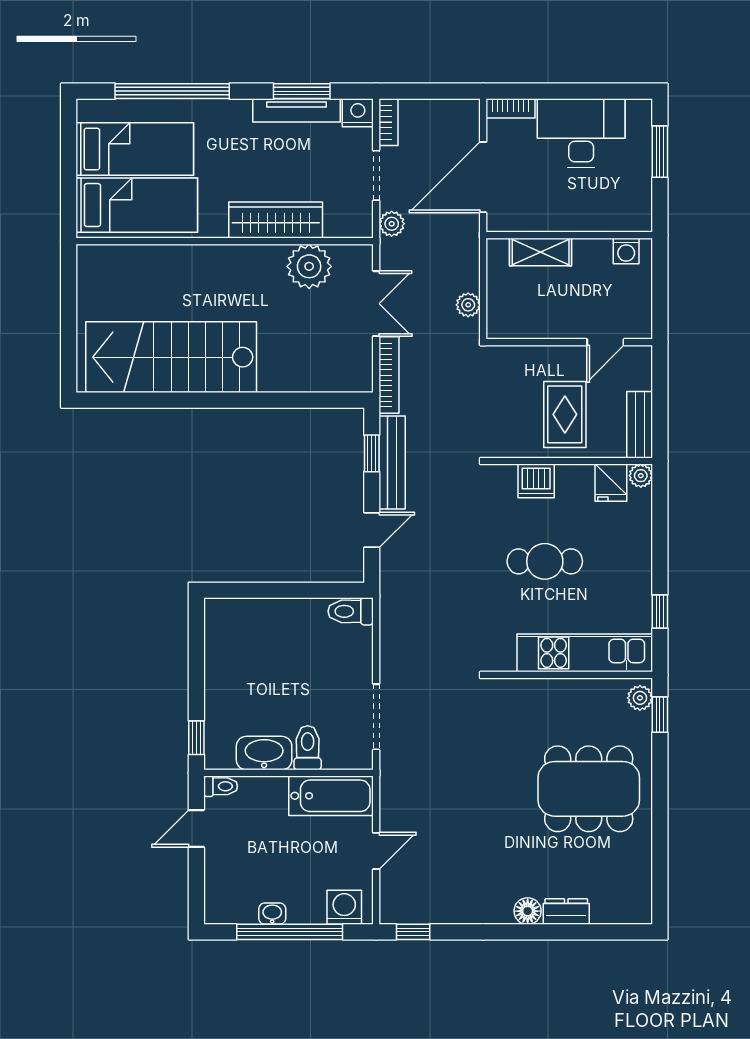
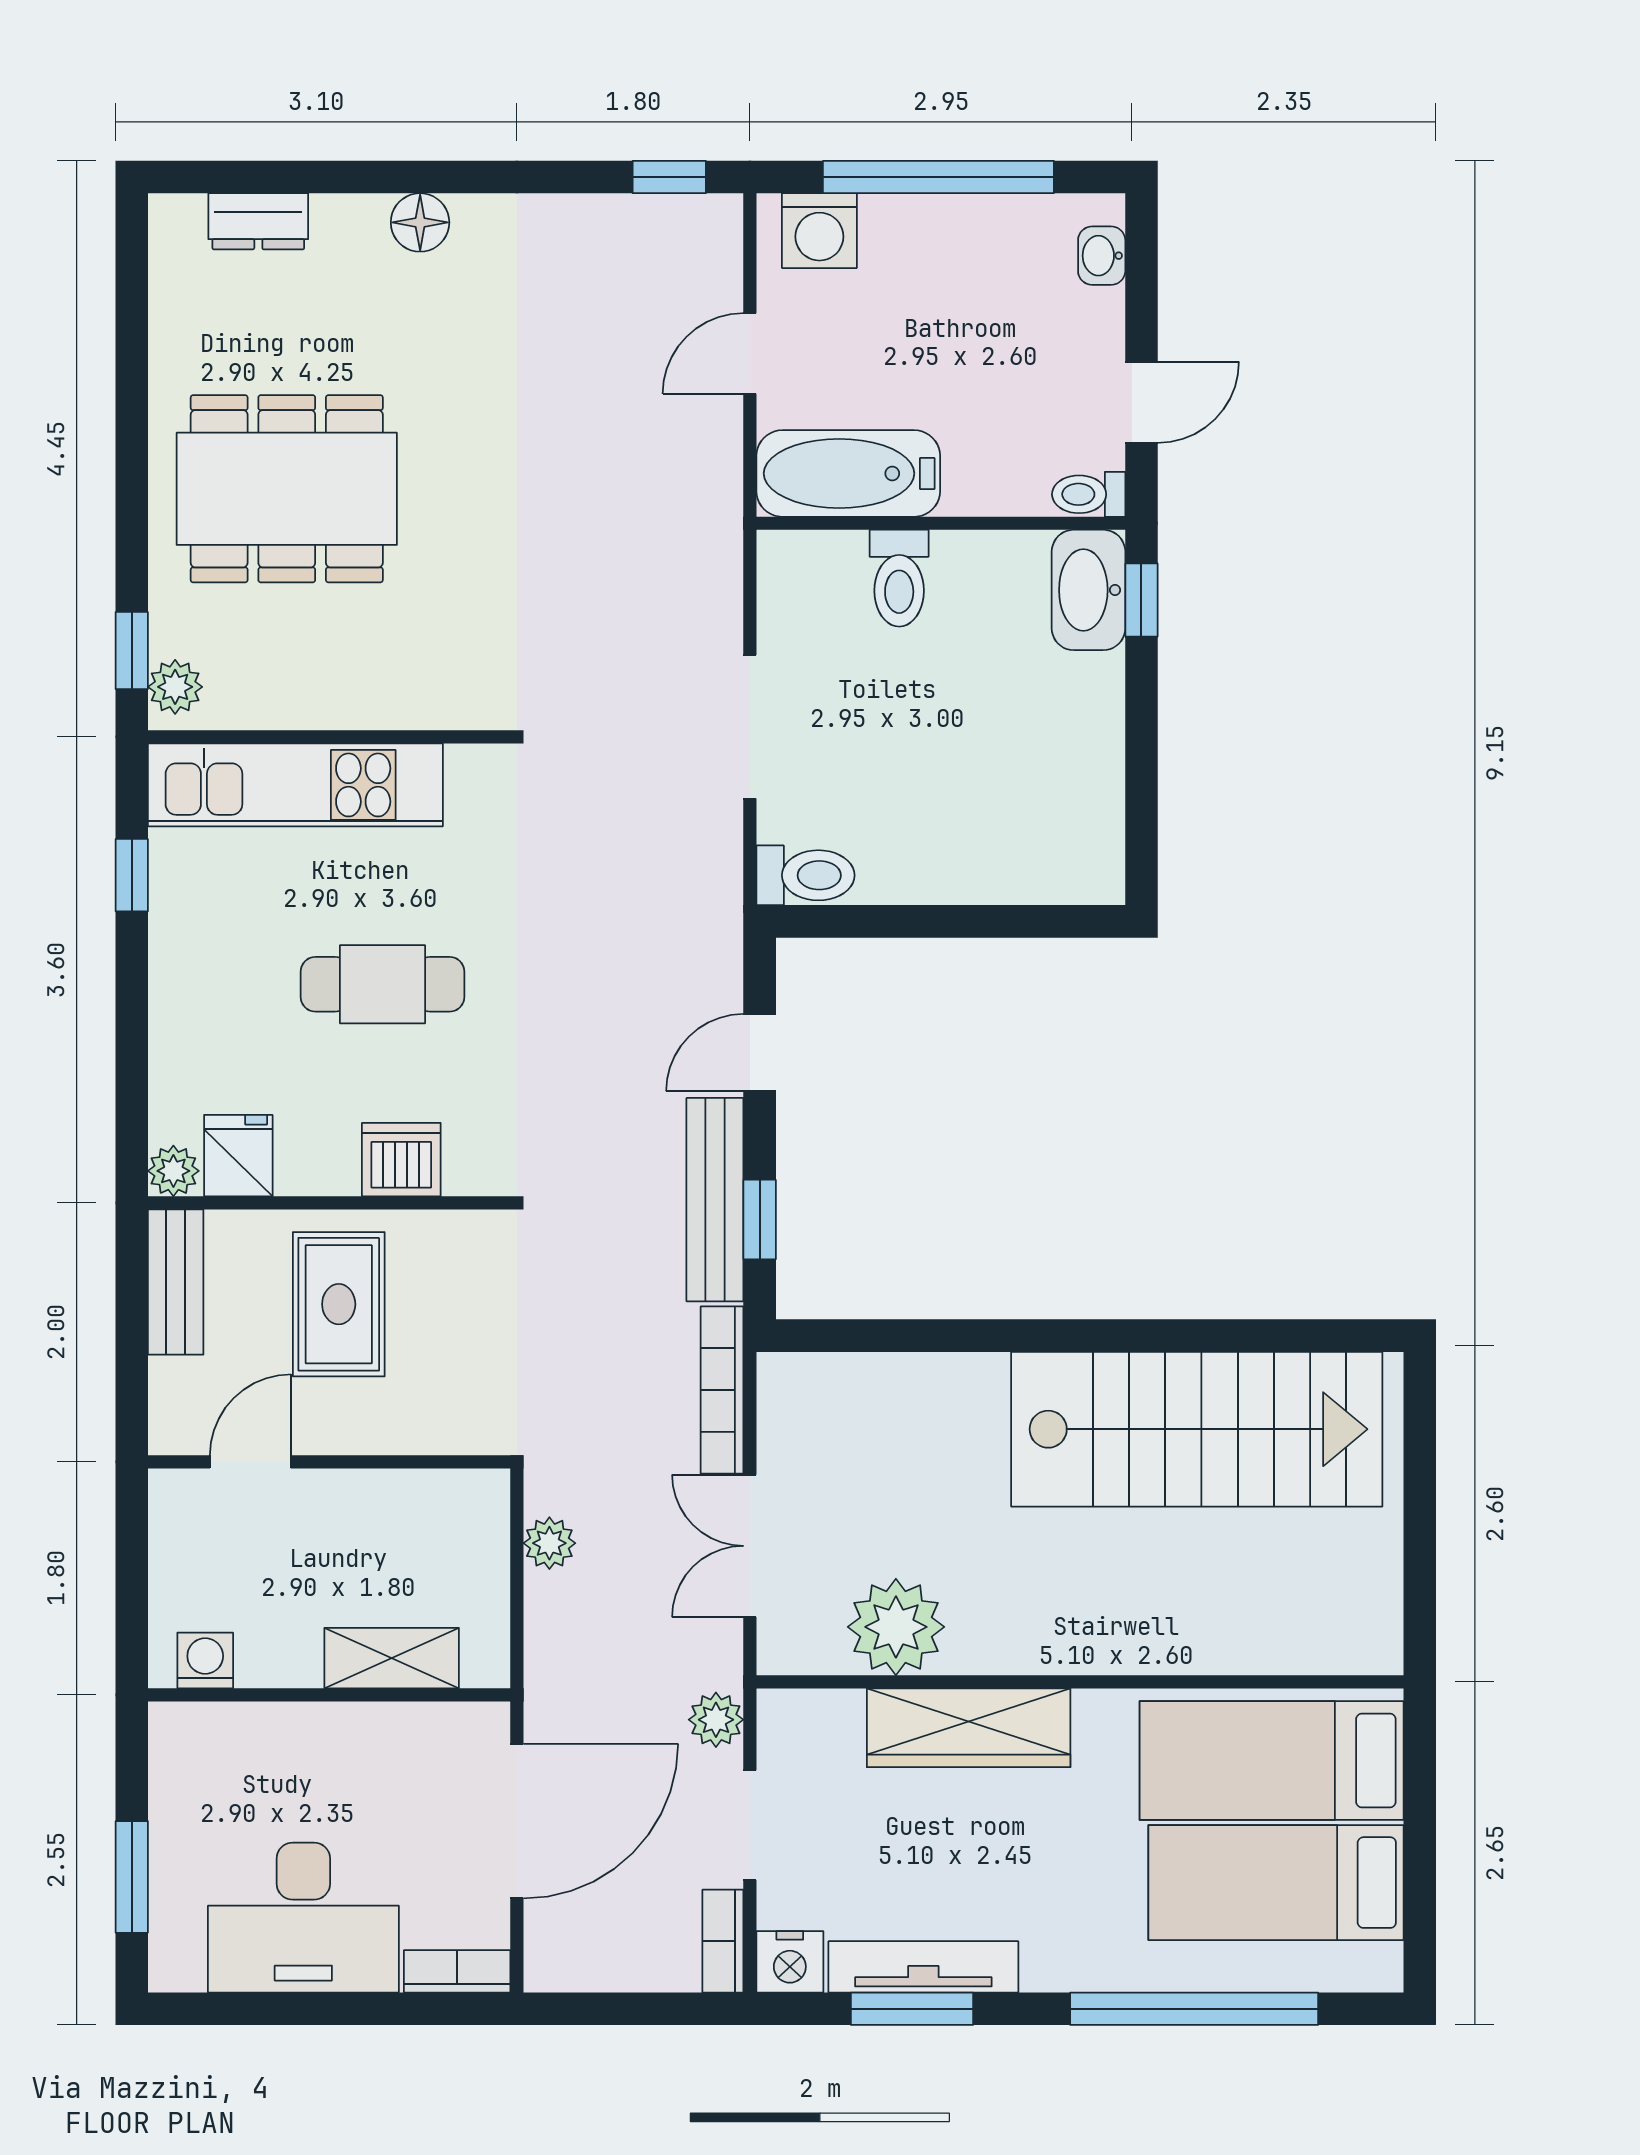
doorway: (376, 717) -> (750, 727), moved
washbasin: (264, 753) -> (1088, 590), moved, turned 90
dresser: (566, 912) -> (258, 221), moved
washbasin: (272, 914) -> (1102, 256), moved, turned 90

